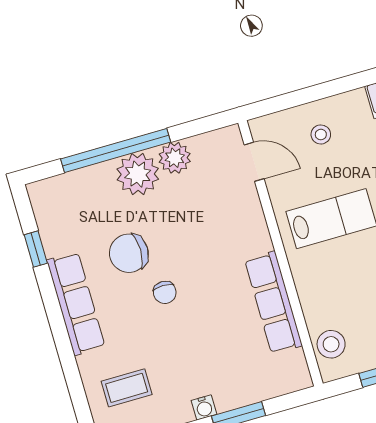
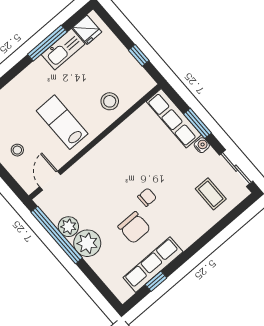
window: (116, 151) -> (57, 235), moved
row of seats: (274, 303) -> (174, 118), moved, turned 90
row of seats: (76, 304) -> (153, 265), moved
stool: (331, 344) -> (110, 101), moved

